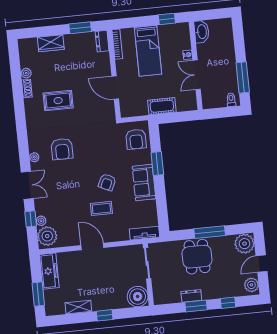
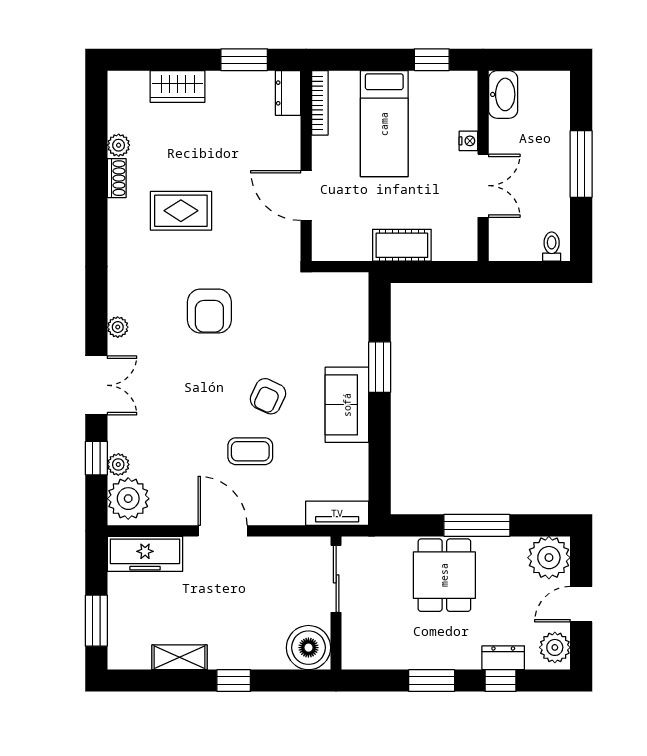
double door: (197, 75) -> (483, 186), swing flipped
window: (243, 77) -> (581, 164), moved
armchair: (136, 139) -> (339, 310), removed
armchair: (62, 149) -> (209, 311), moved
freezer: (49, 271) -> (145, 554), moved, turned 90
dresser: (191, 296) -> (503, 658), moved

